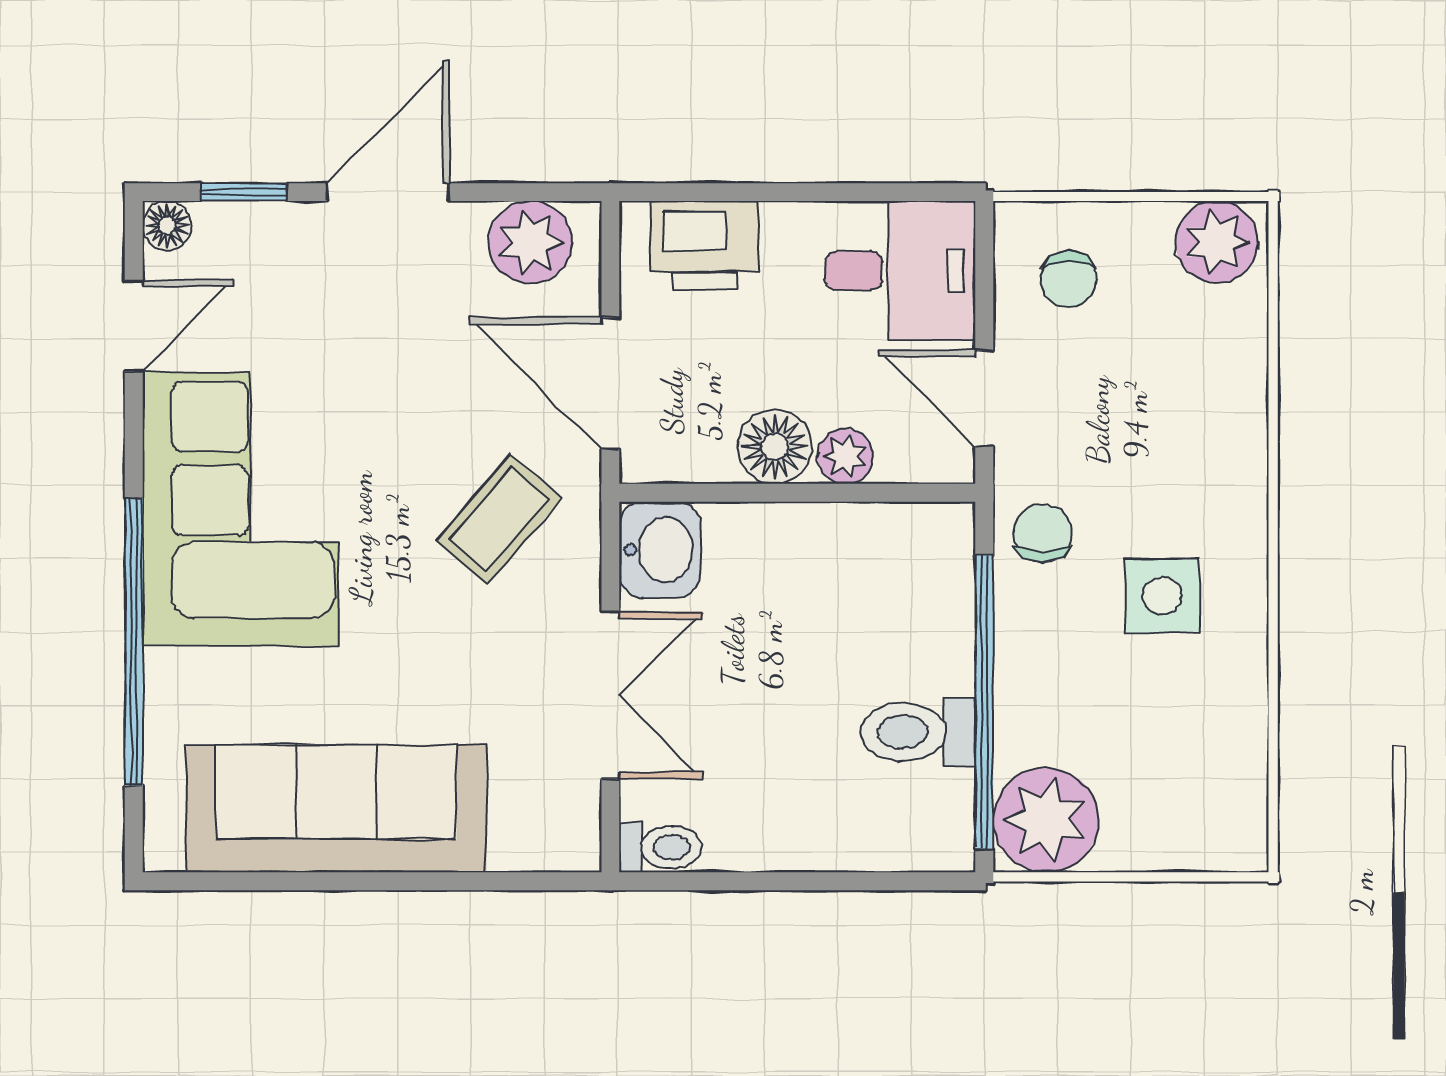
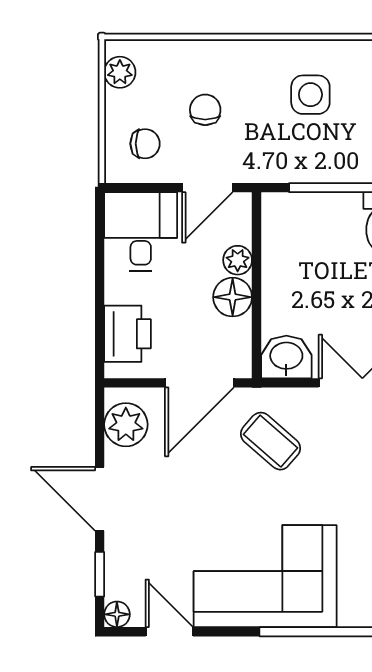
plant: (1217, 242) -> (120, 72), width x0.73, depth x0.73
chair: (1043, 533) -> (205, 110), moved, turned 90

